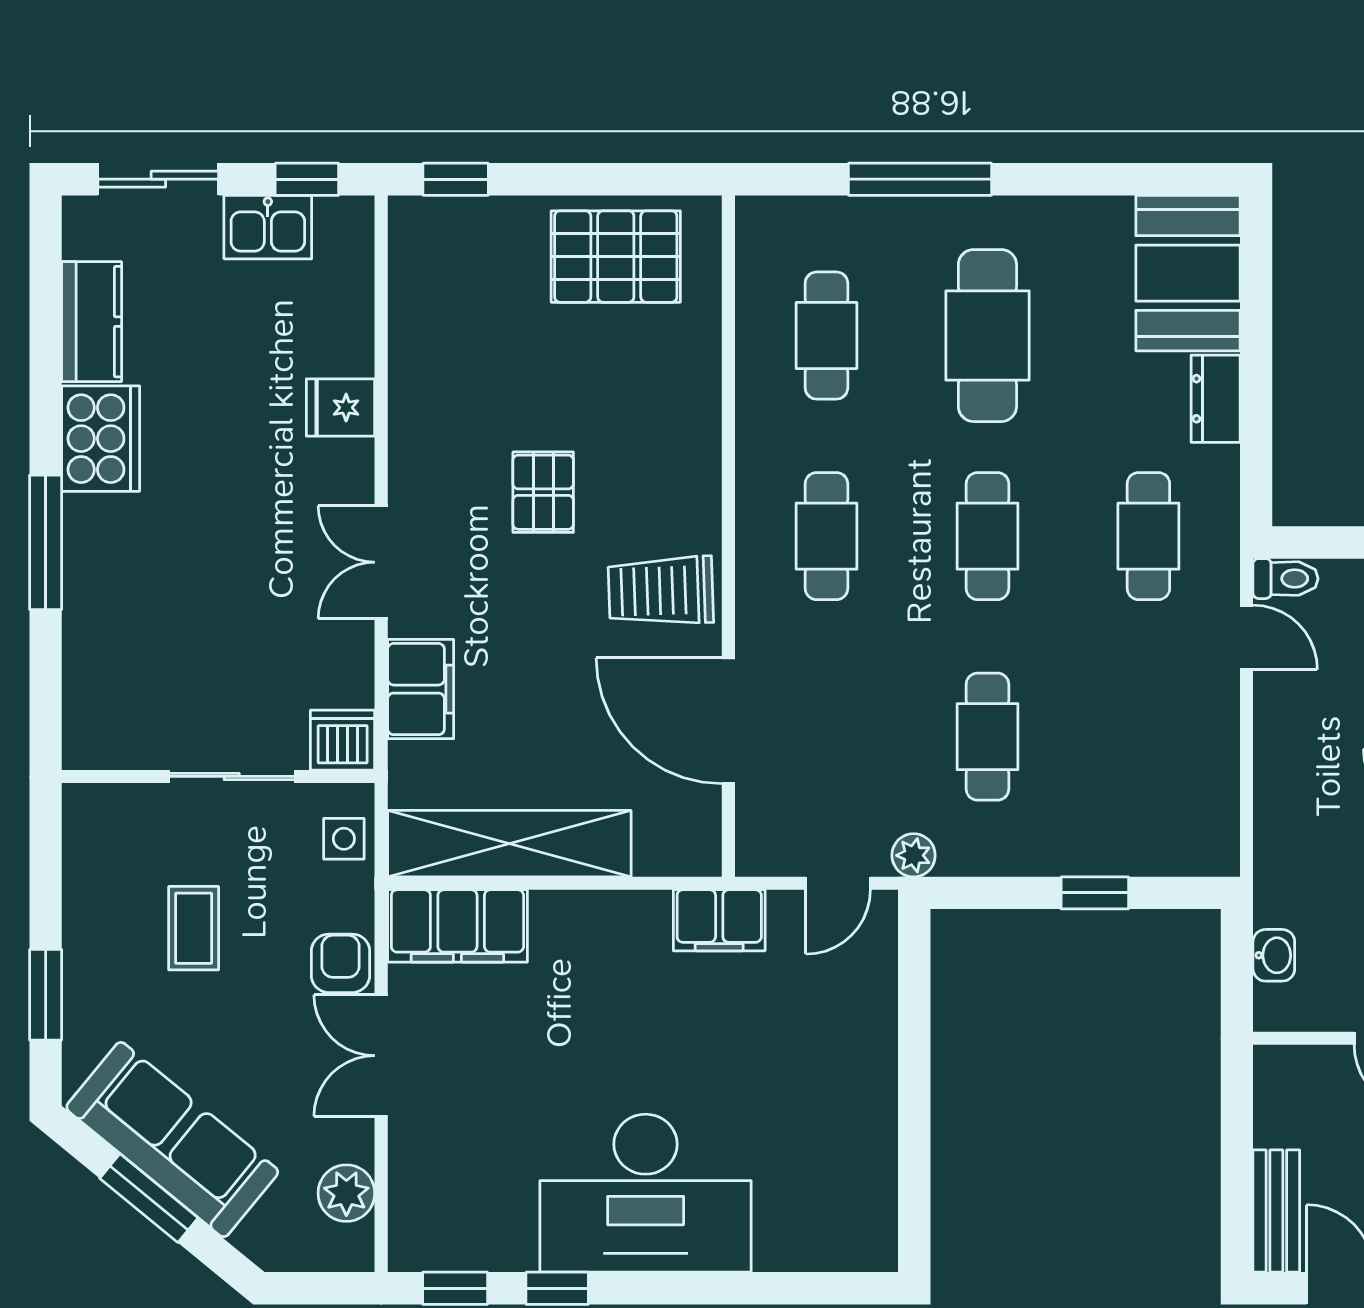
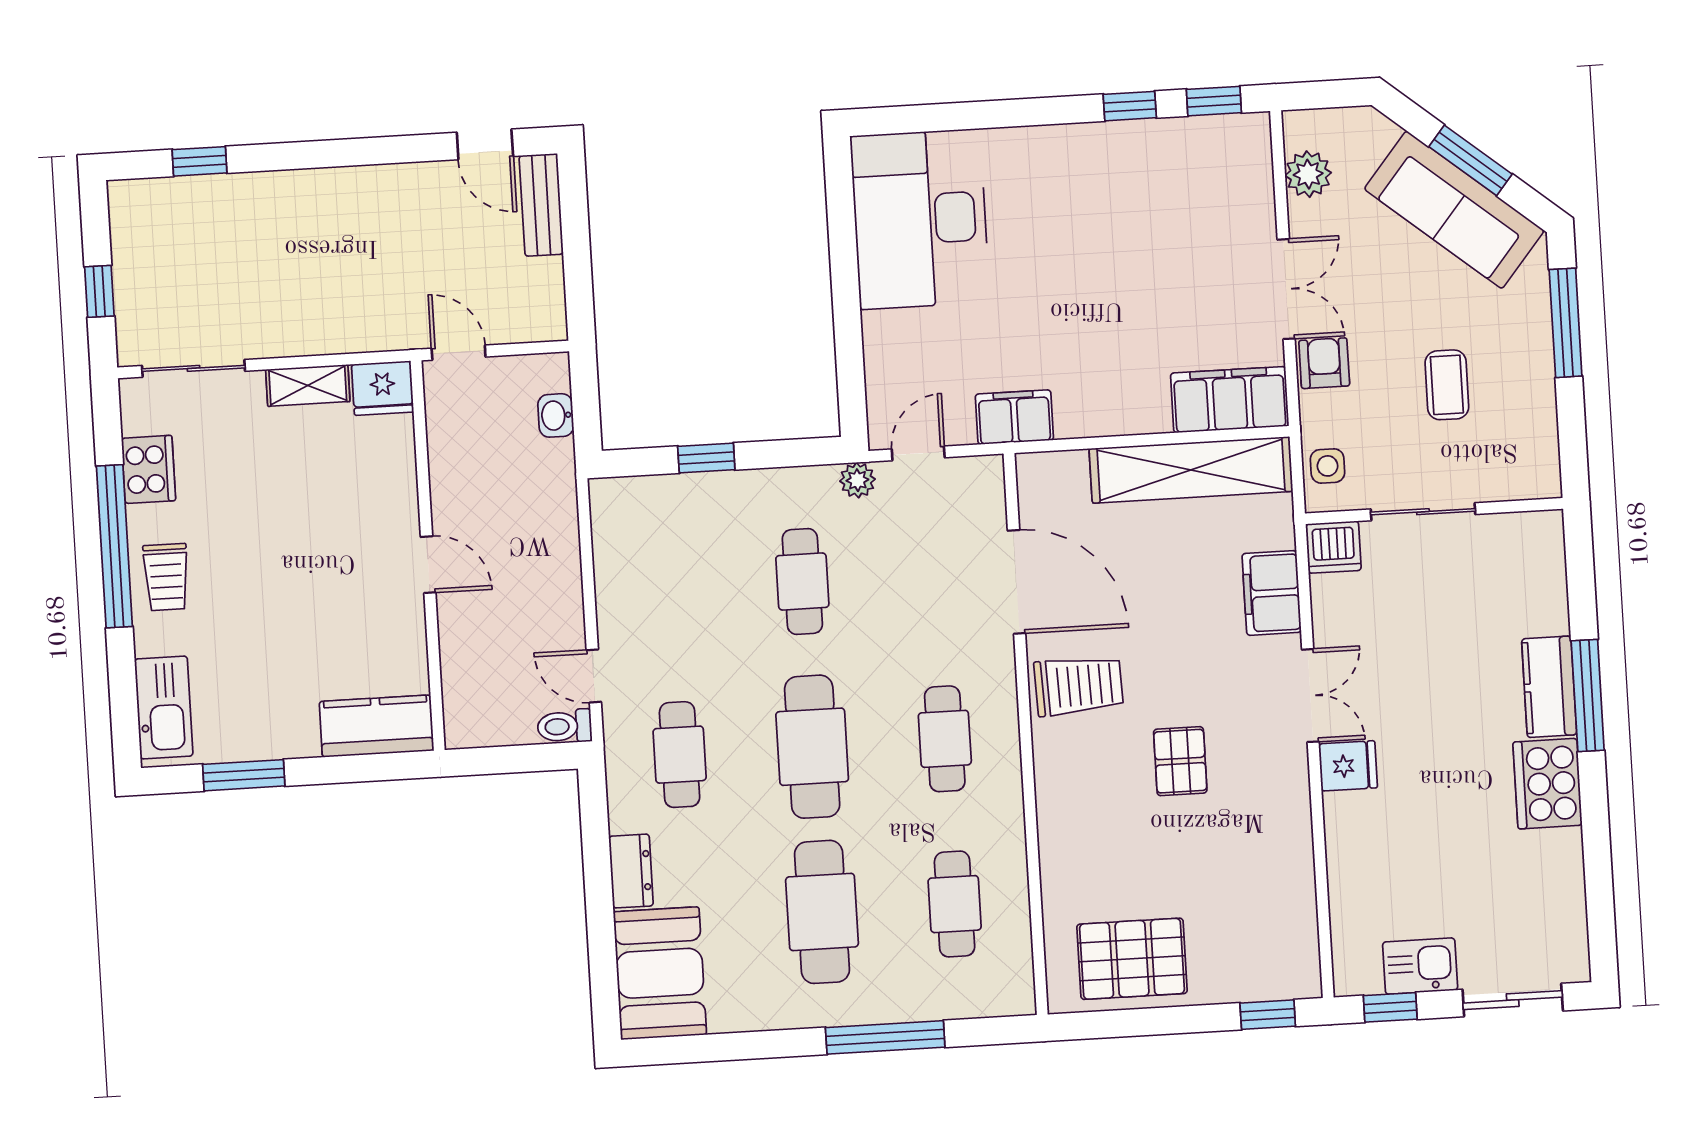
kitchen counter: (92, 322) -> (1549, 687), moved
fridge: (341, 408) -> (1348, 766), moved
cafe table: (987, 536) -> (812, 747), width x1.37, depth x1.35
armchair: (341, 963) -> (1324, 363), turned 180
window: (46, 995) -> (1566, 323), width x1.44
desk: (646, 1193) -> (920, 219), moved, turned -90

